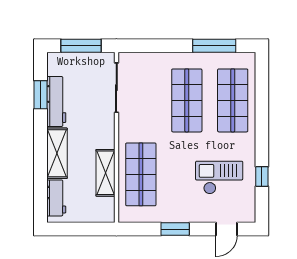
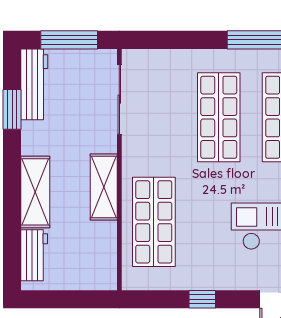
workbench: (56, 102) -> (34, 84), moved
shelving: (105, 173) -> (104, 187), moved
window: (175, 229) -> (202, 299), width x0.67

